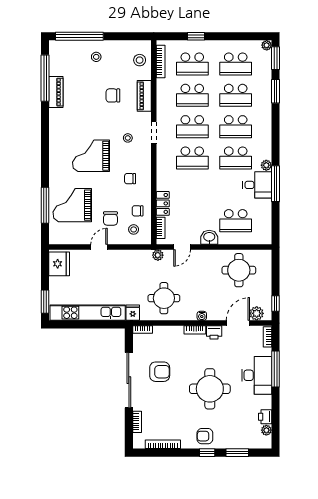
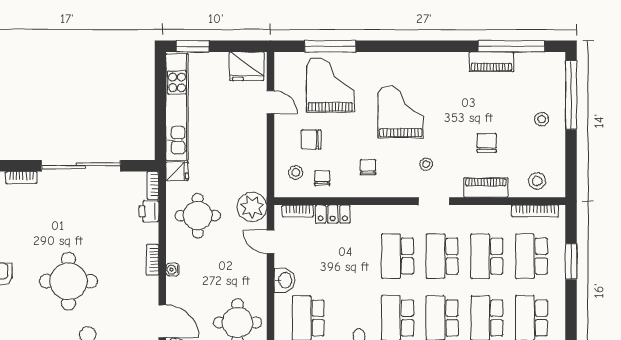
window: (196, 36) -> (571, 261), width x1.50
door: (99, 247) -> (271, 102), moved
plant: (158, 255) -> (252, 207), width x1.88, depth x1.88
printer: (214, 332) -> (149, 211), moved
armchair: (160, 372) -> (93, 210), removed

